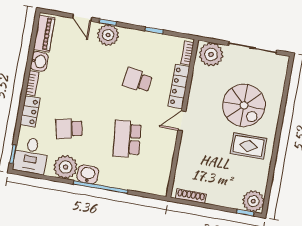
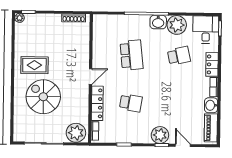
plant: (253, 201) -> (20, 18), width x0.53, depth x0.53

